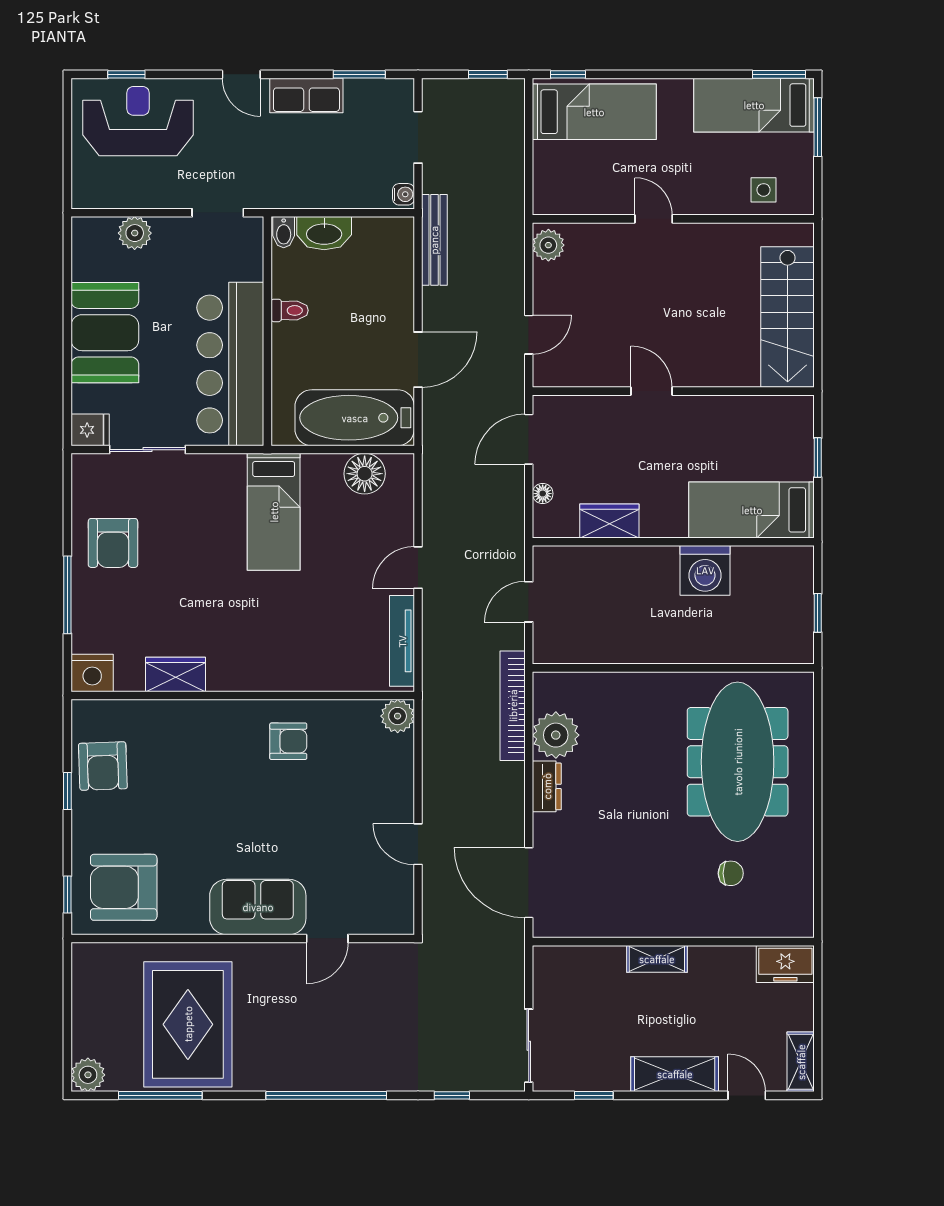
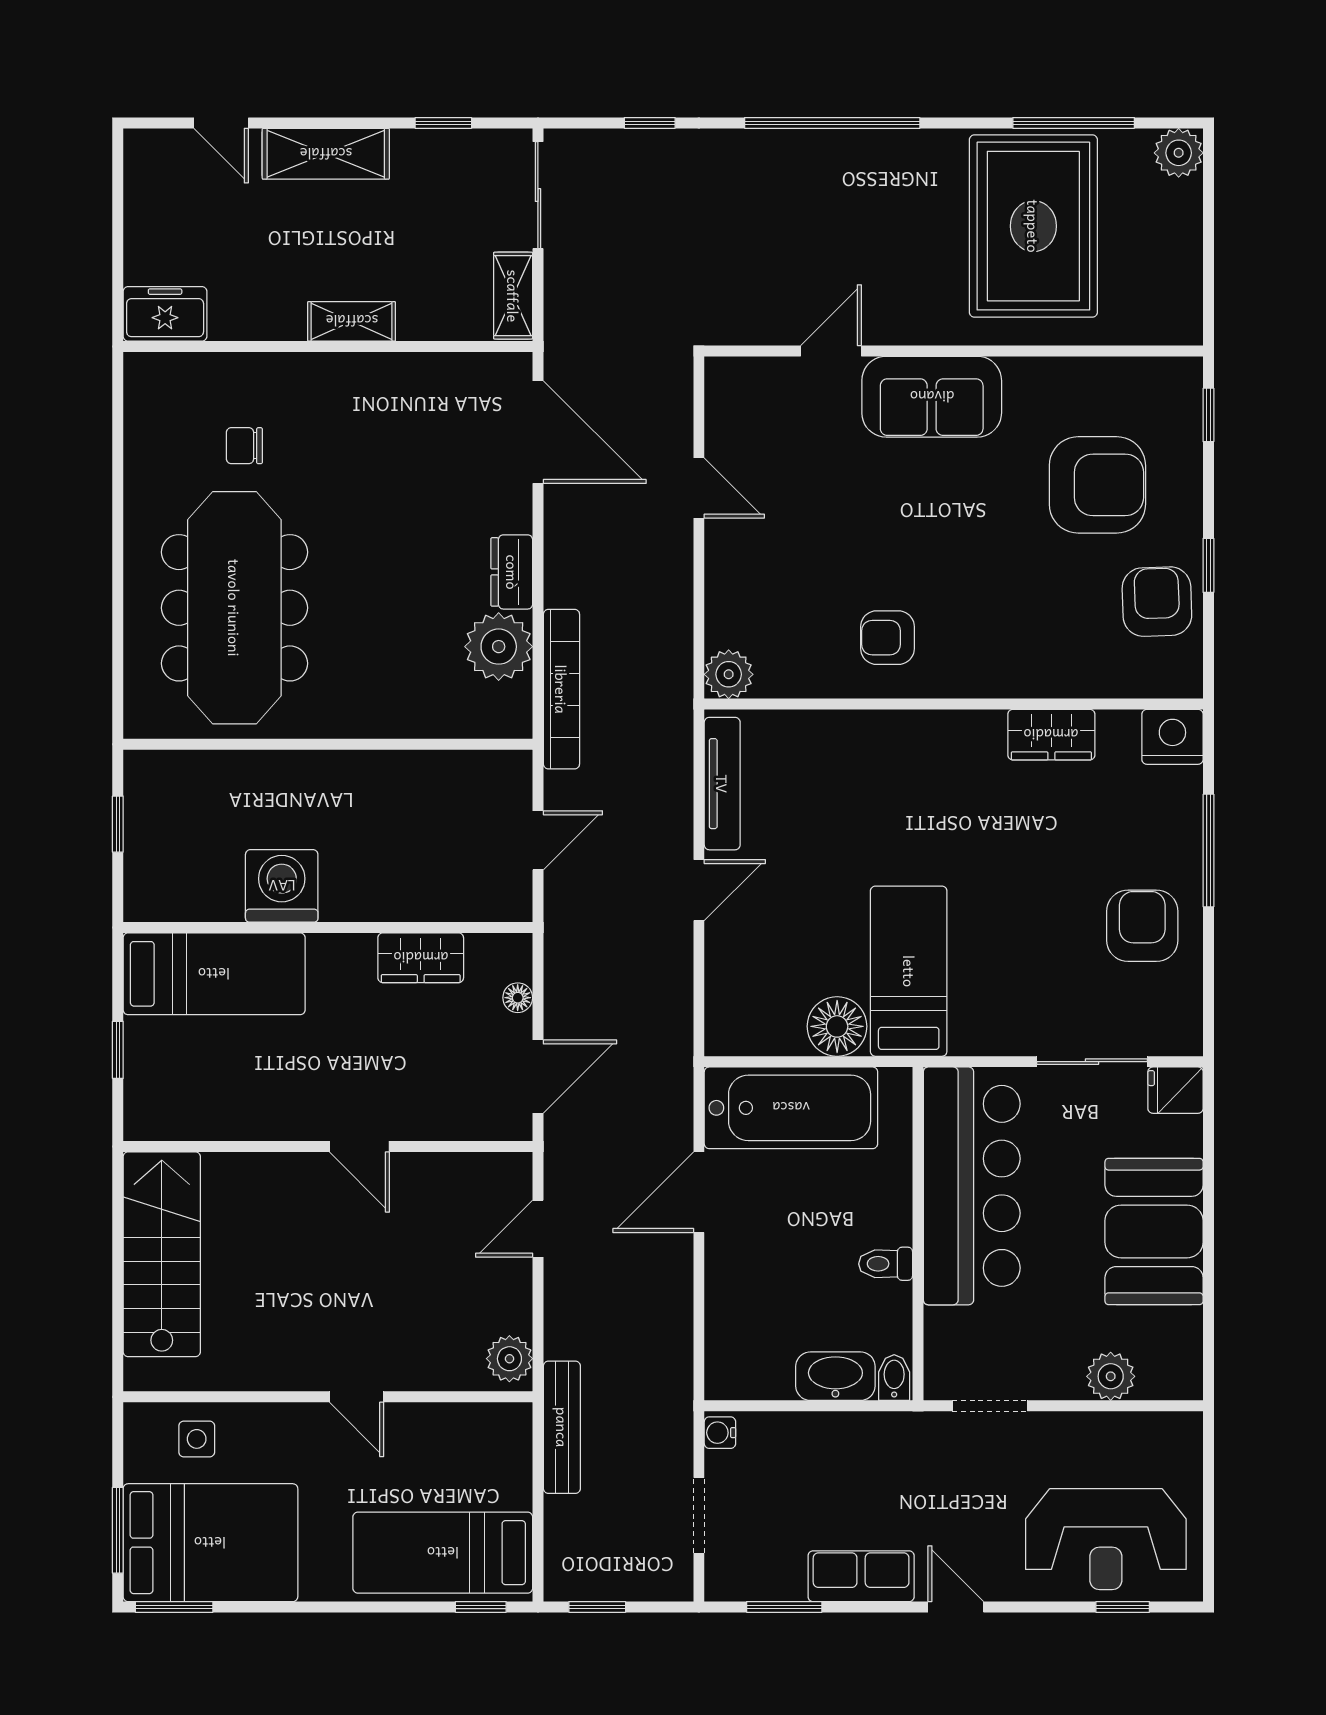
bed: (754, 105) -> (210, 1543), width x1.50
bench: (434, 240) -> (562, 1427), moved
floor lamp: (365, 474) -> (837, 1026), moved
armchair: (124, 887) -> (1097, 485), moved
shelving: (801, 1062) -> (513, 296), moved

